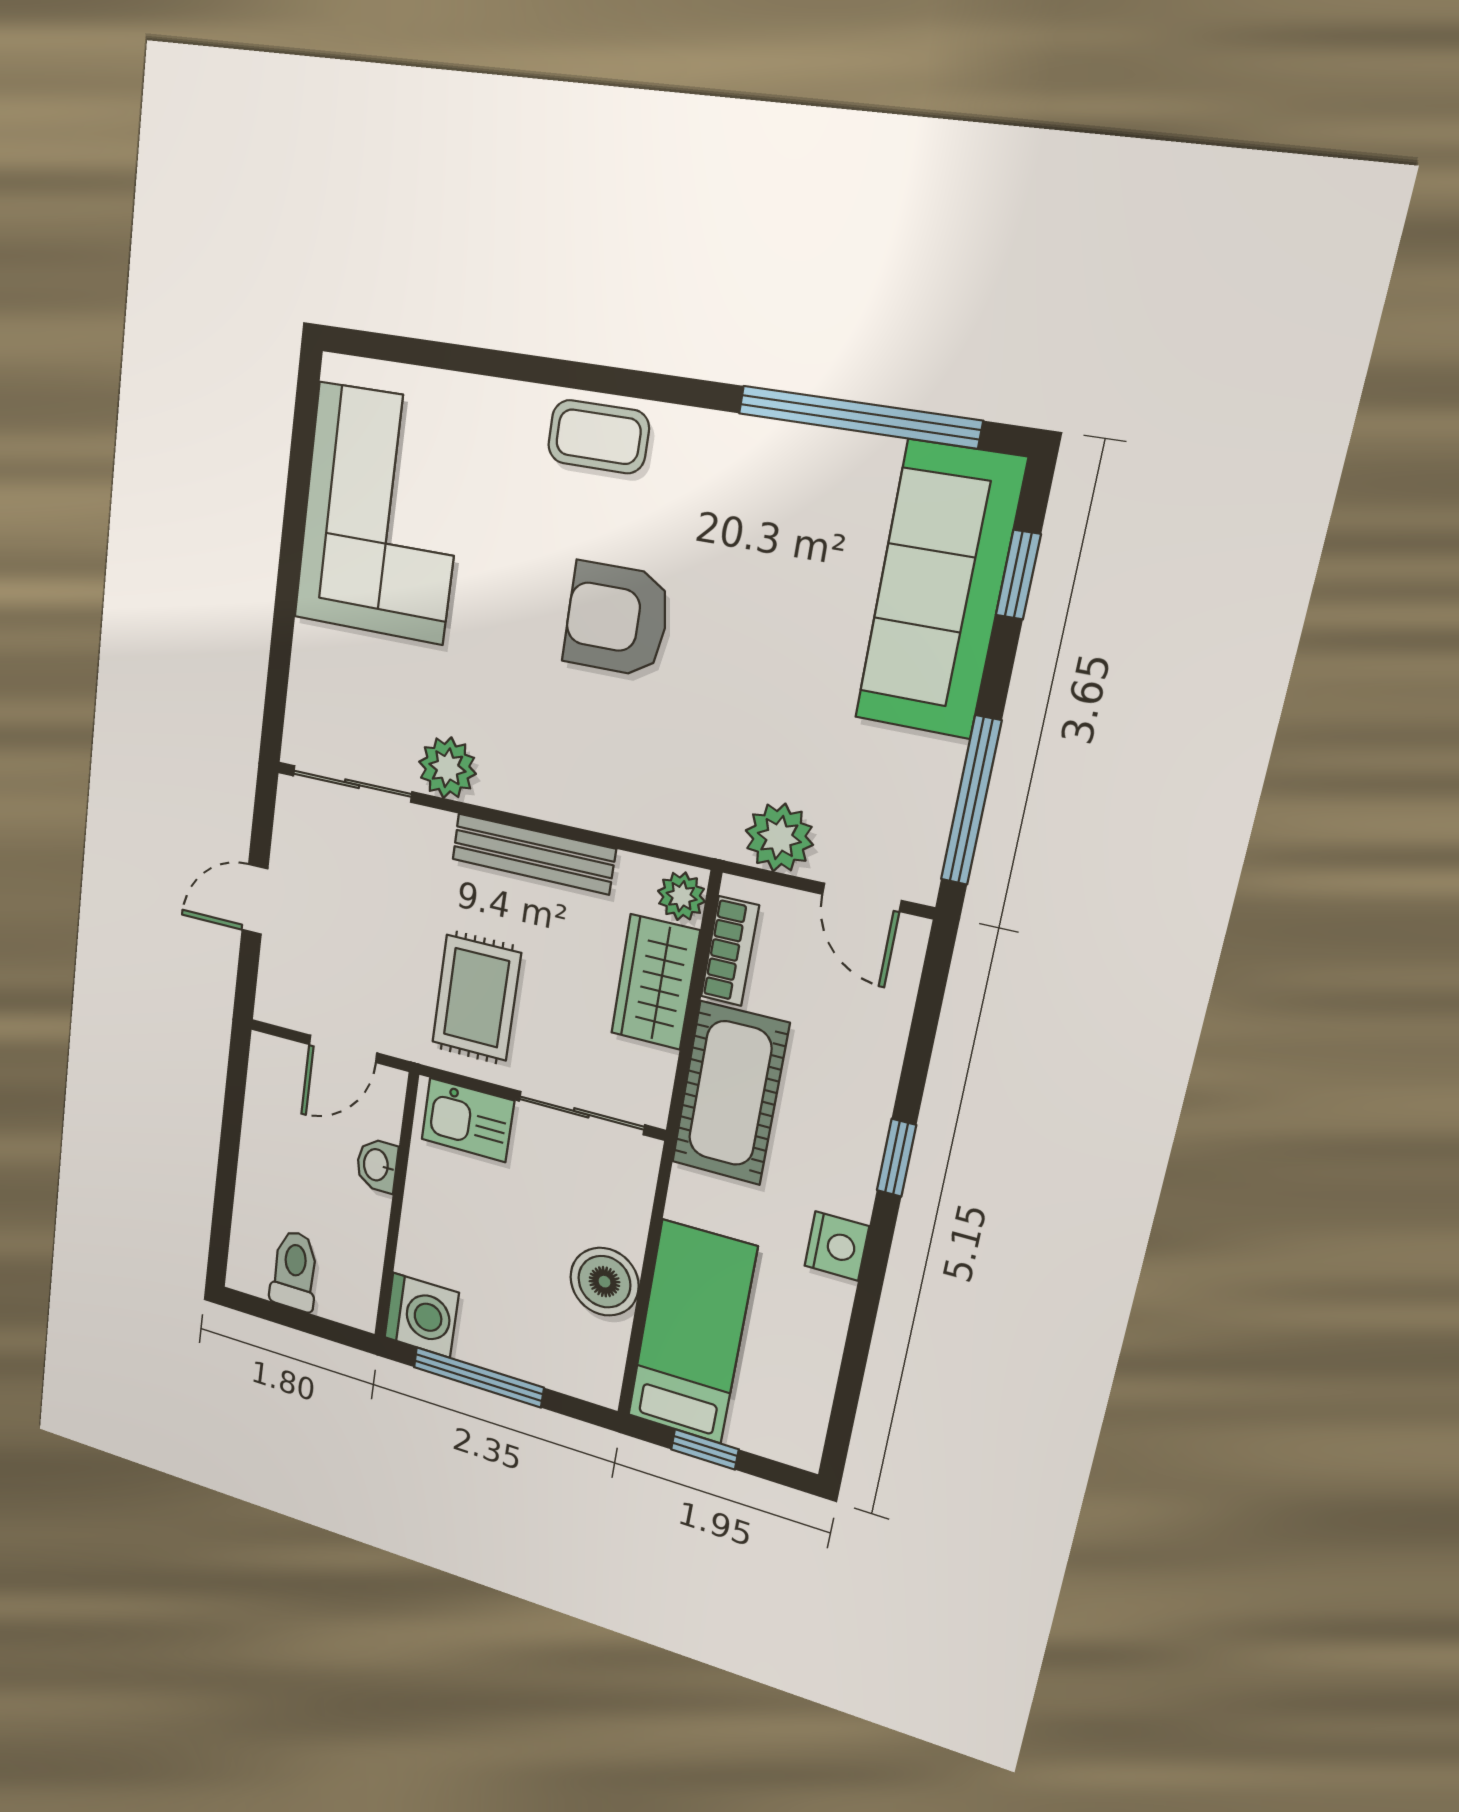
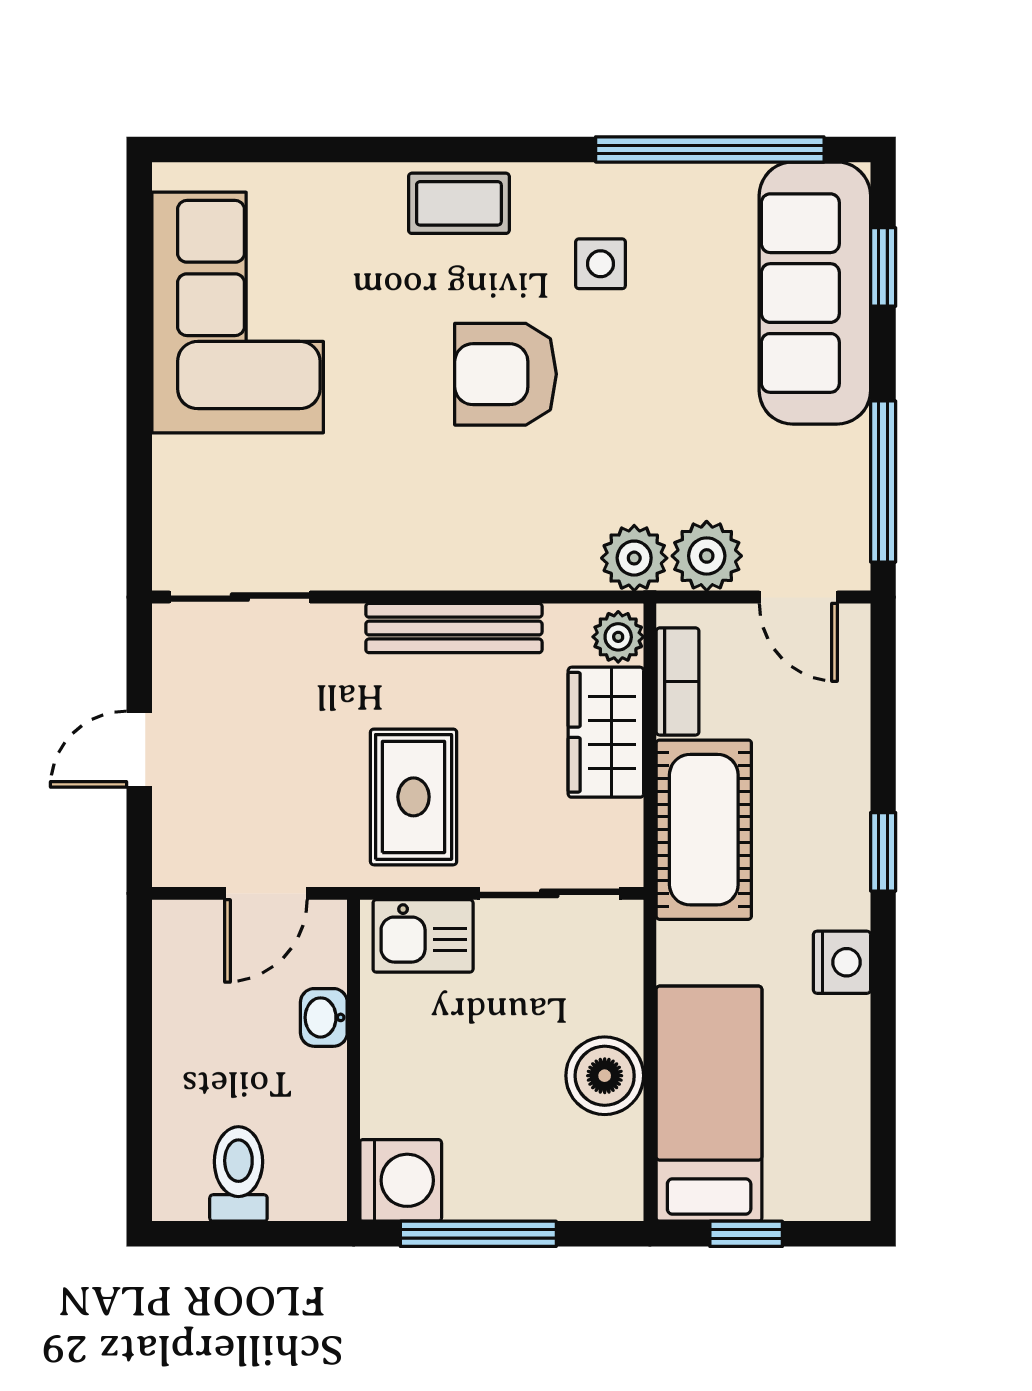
side table: (726, 522) -> (601, 264), added
plant: (447, 768) -> (634, 558), moved

